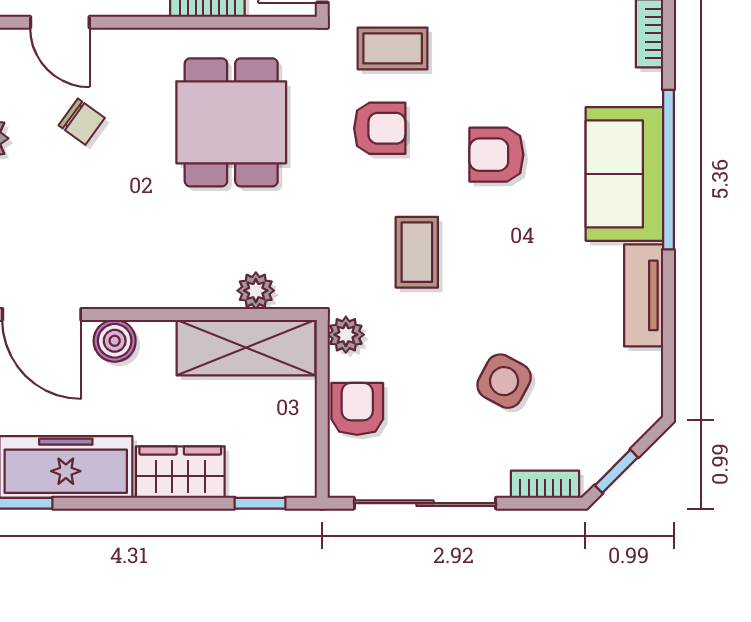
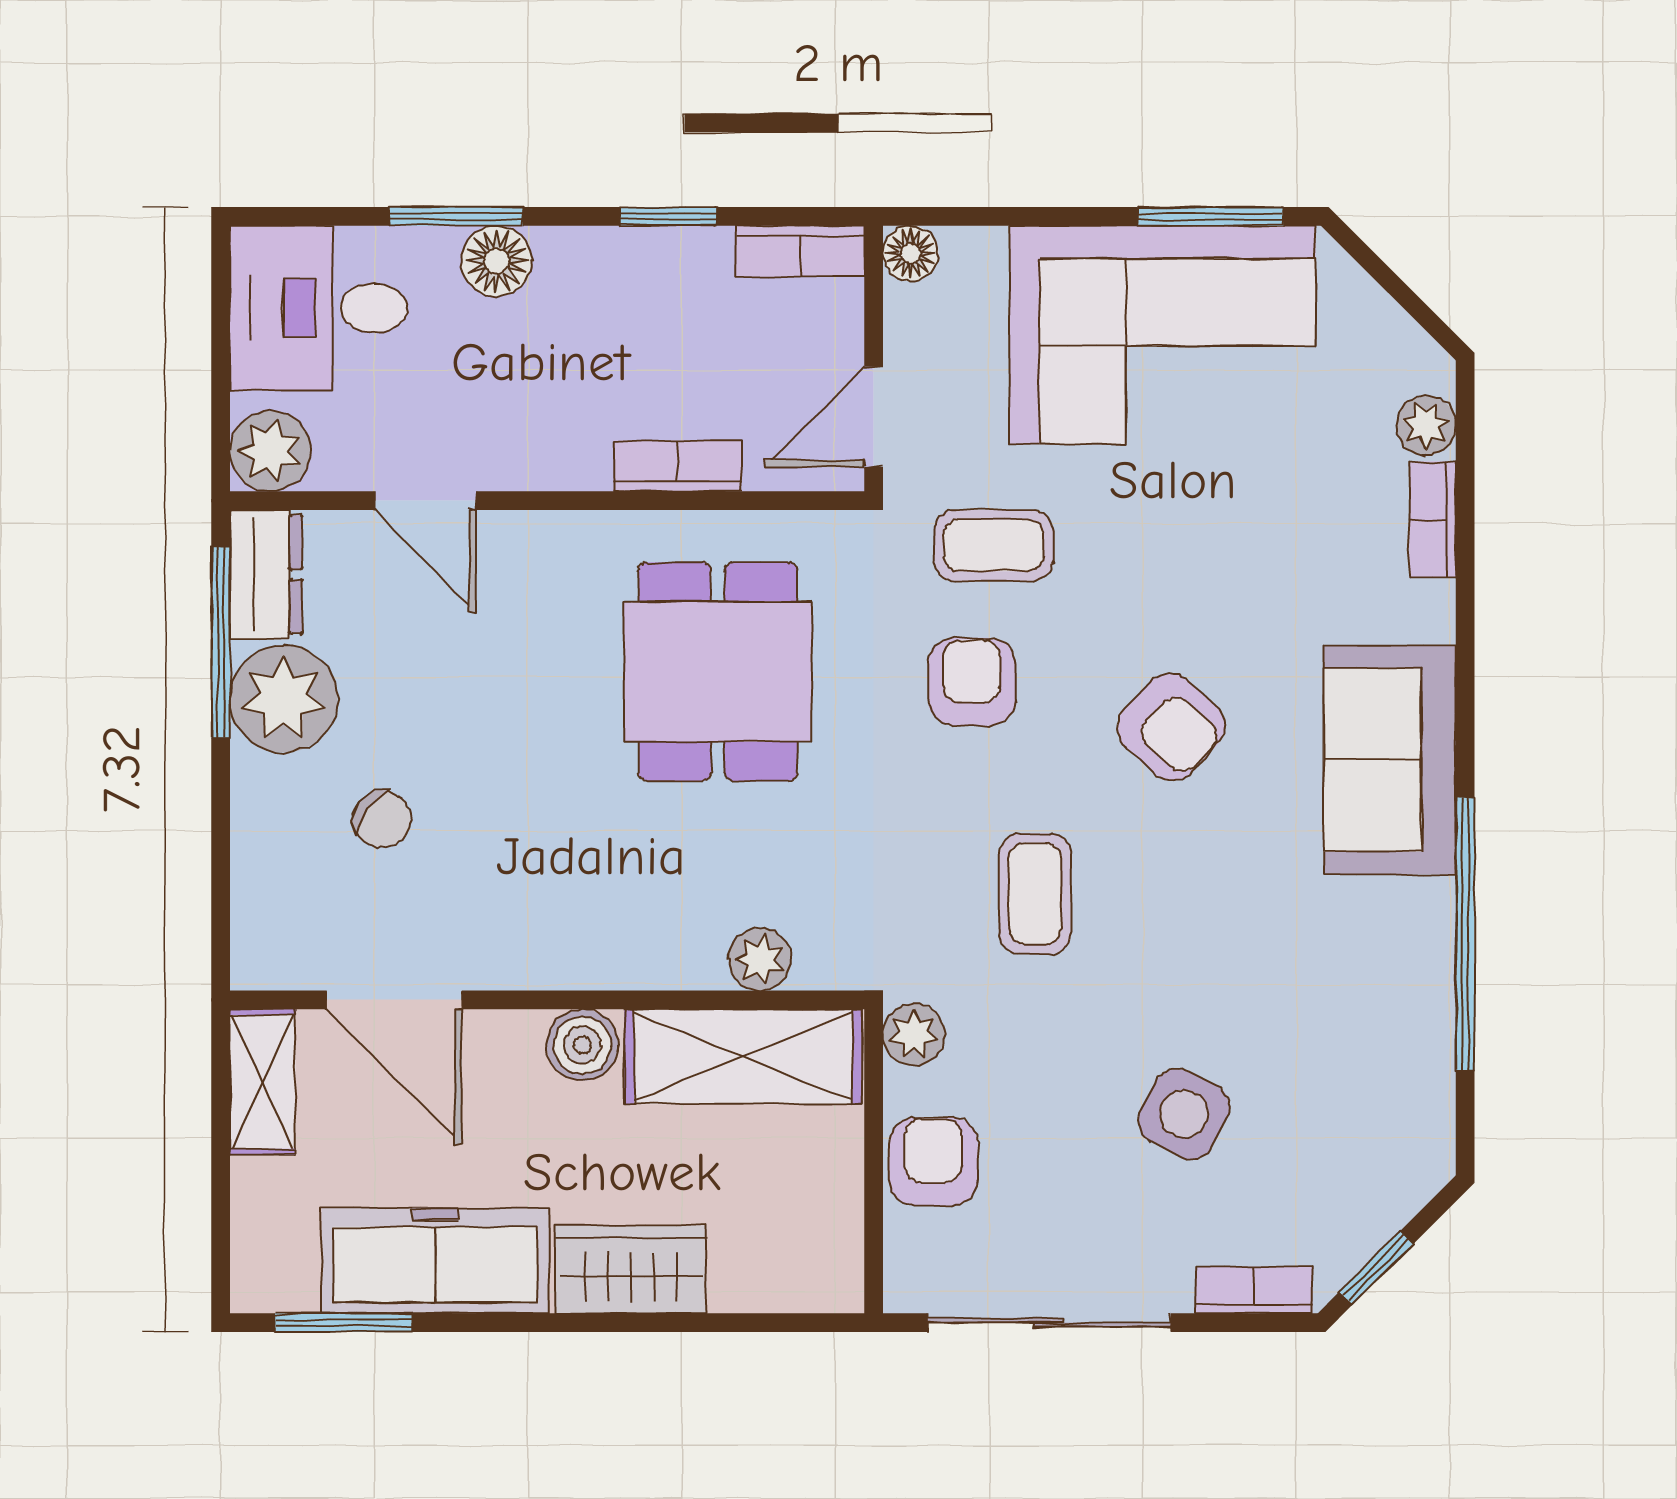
chair: (82, 122) -> (382, 819), moved
armchair: (380, 128) -> (972, 682), turned -90
armchair: (496, 155) -> (1171, 727), turned -137
window: (668, 170) -> (1465, 934), moved
tv unit: (644, 295) -> (1423, 967), removed
boiler: (115, 341) -> (582, 1045), moved
window: (260, 503) -> (767, 1323), removed

